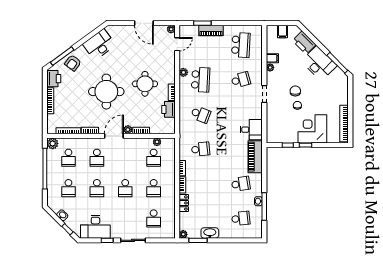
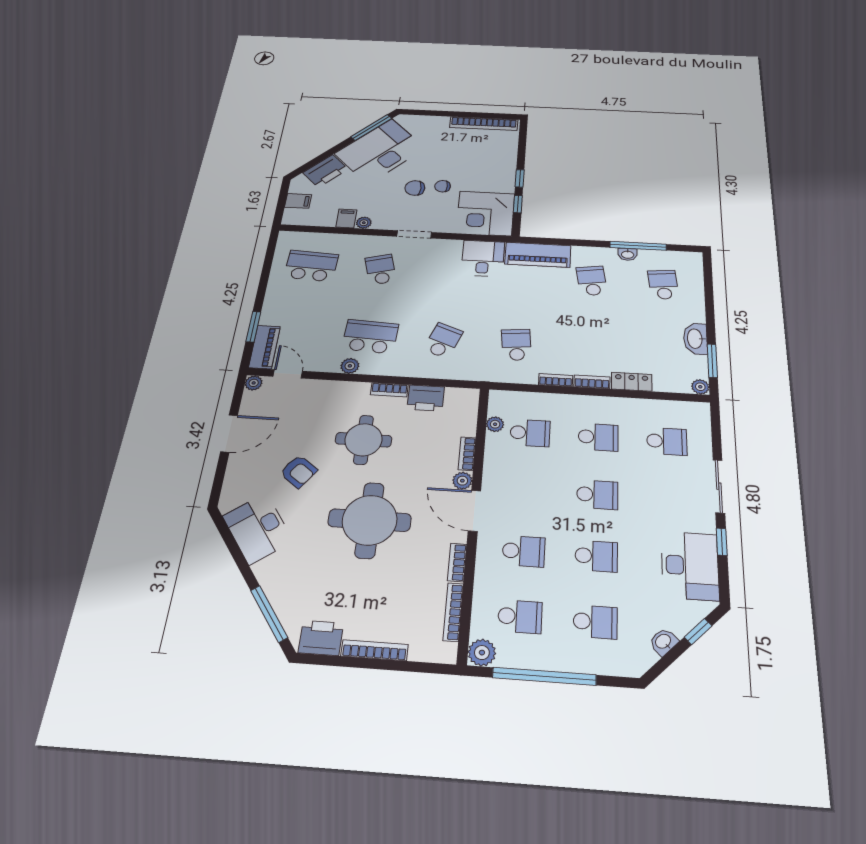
piano: (211, 31) -> (265, 347), moved
armchair: (73, 63) -> (299, 471), moved
desk: (319, 63) -> (380, 151), width x1.36, depth x1.30
corner desk: (312, 129) -> (485, 213), moved

